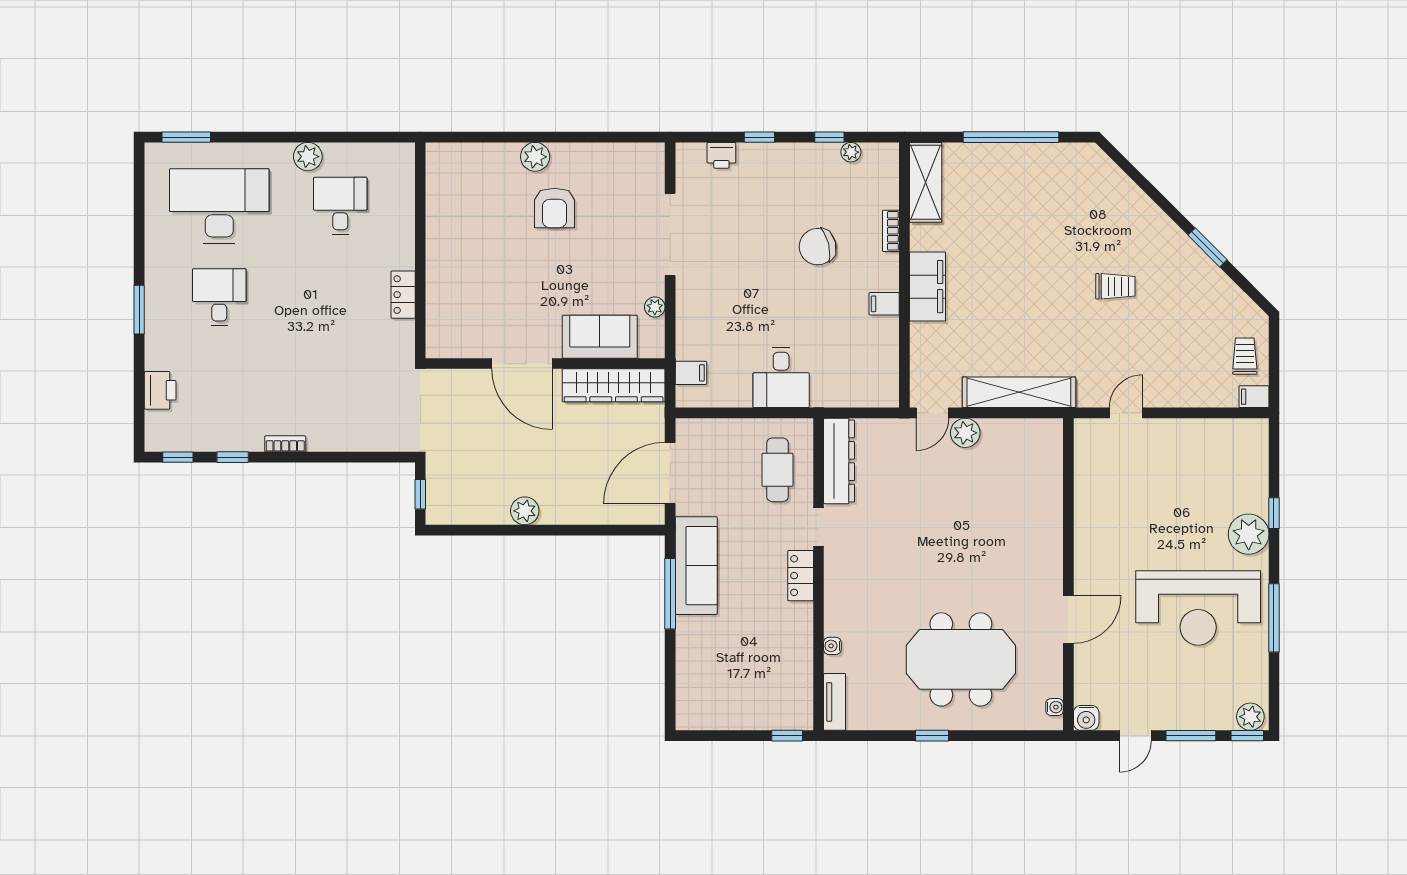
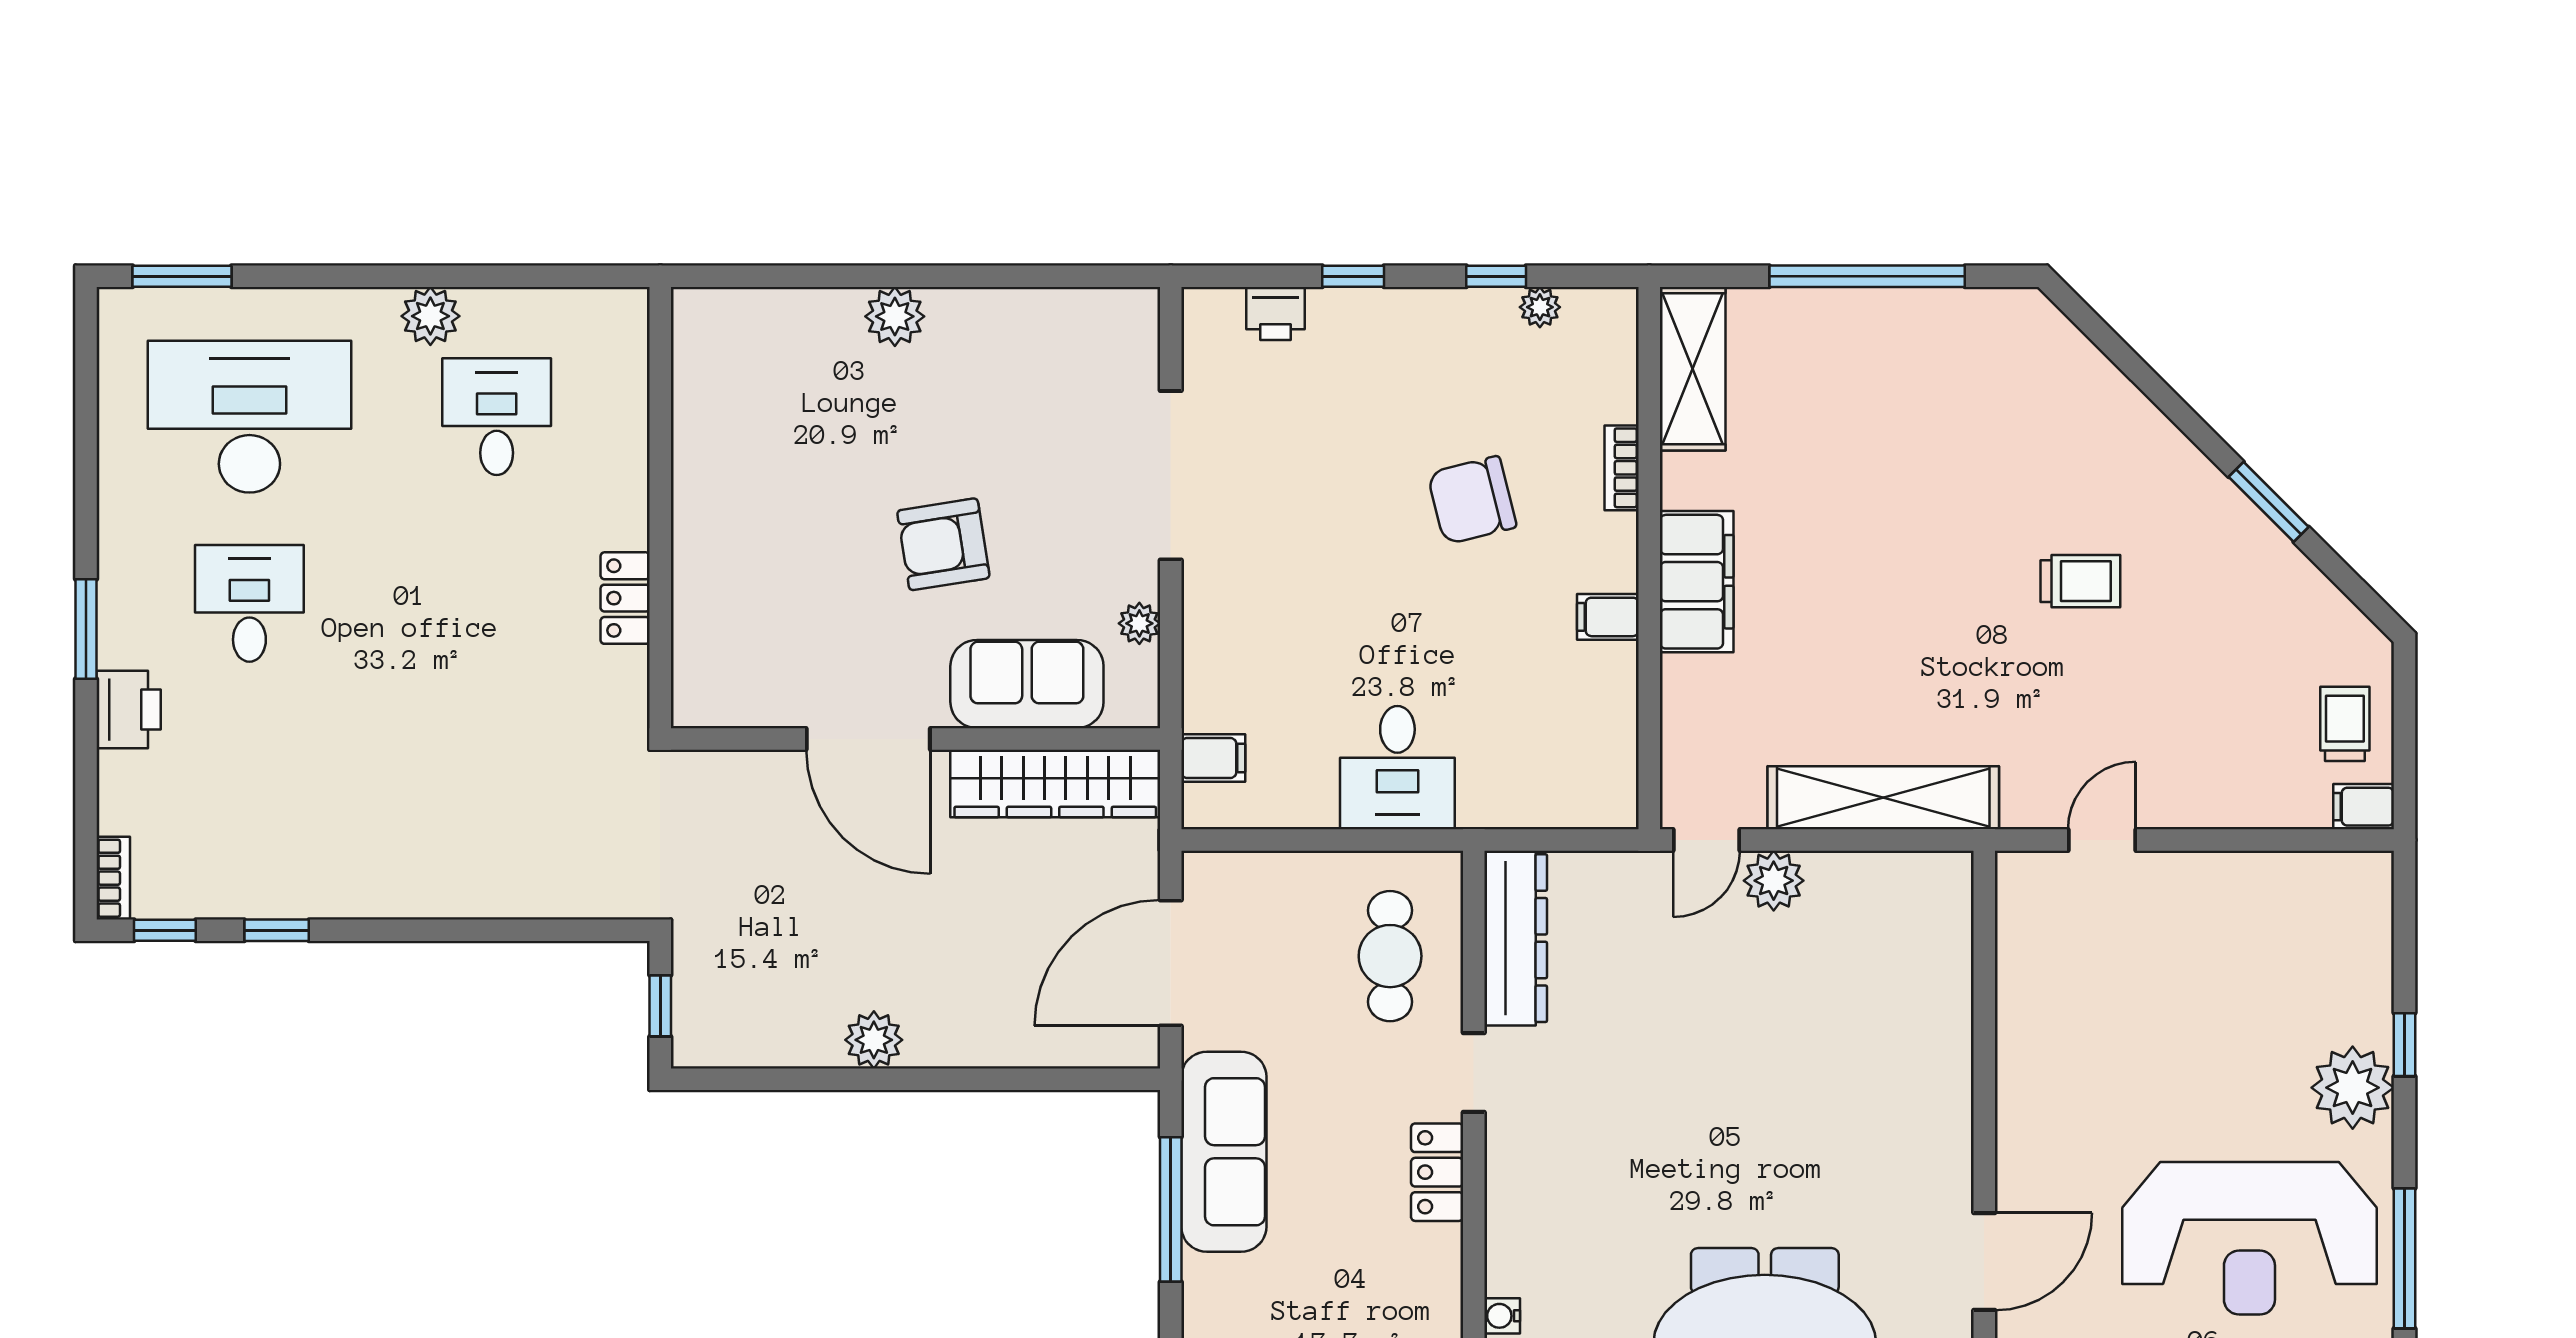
armchair: (555, 208) -> (943, 544), moved, turned 81
printer: (160, 390) -> (129, 710), moved
bookcase: (285, 444) -> (113, 878), moved, turned 90

